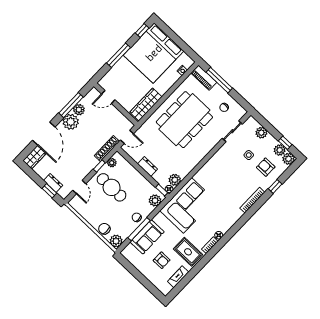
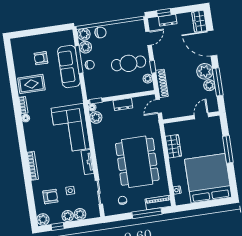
window: (142, 30) -> (233, 183), removed
wardrobe: (146, 105) -> (173, 146), width x0.67
plant: (280, 150) -> (68, 216), moved
tv unit: (215, 159) -> (87, 162), added
window: (275, 186) -> (30, 192), removed
door: (79, 187) -> (149, 38), swing flipped
plant: (155, 200) -> (85, 47), moved
corner sofa: (187, 205) -> (71, 128), moved
sofa: (147, 237) -> (69, 67), width x1.36
fireplace: (178, 277) -> (18, 61), removed

